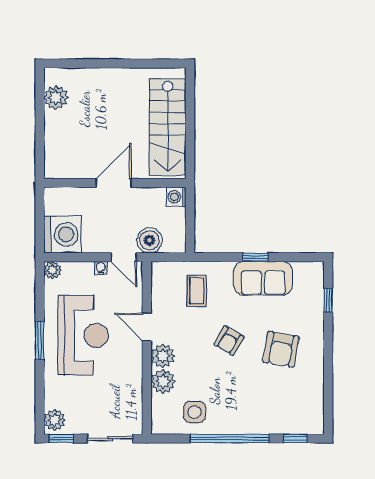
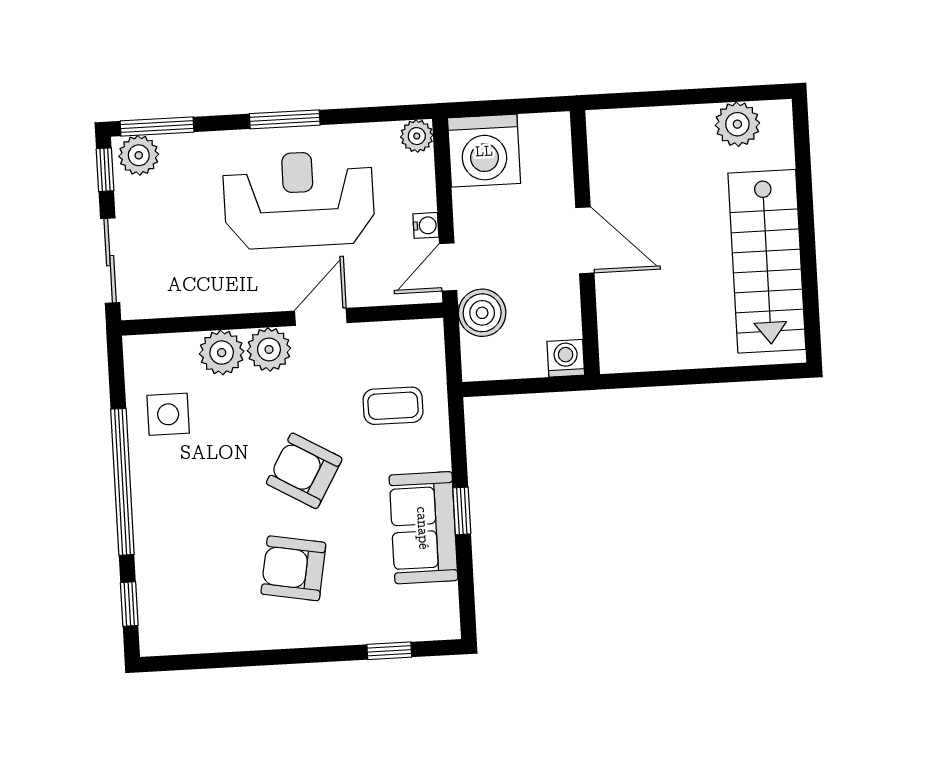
stairs: (168, 127) -> (767, 261), moved, turned -90
reception desk: (83, 335) -> (299, 200), turned 180
armchair: (229, 341) -> (304, 471), width x1.38, depth x1.38
window: (40, 409) -> (157, 127), added

